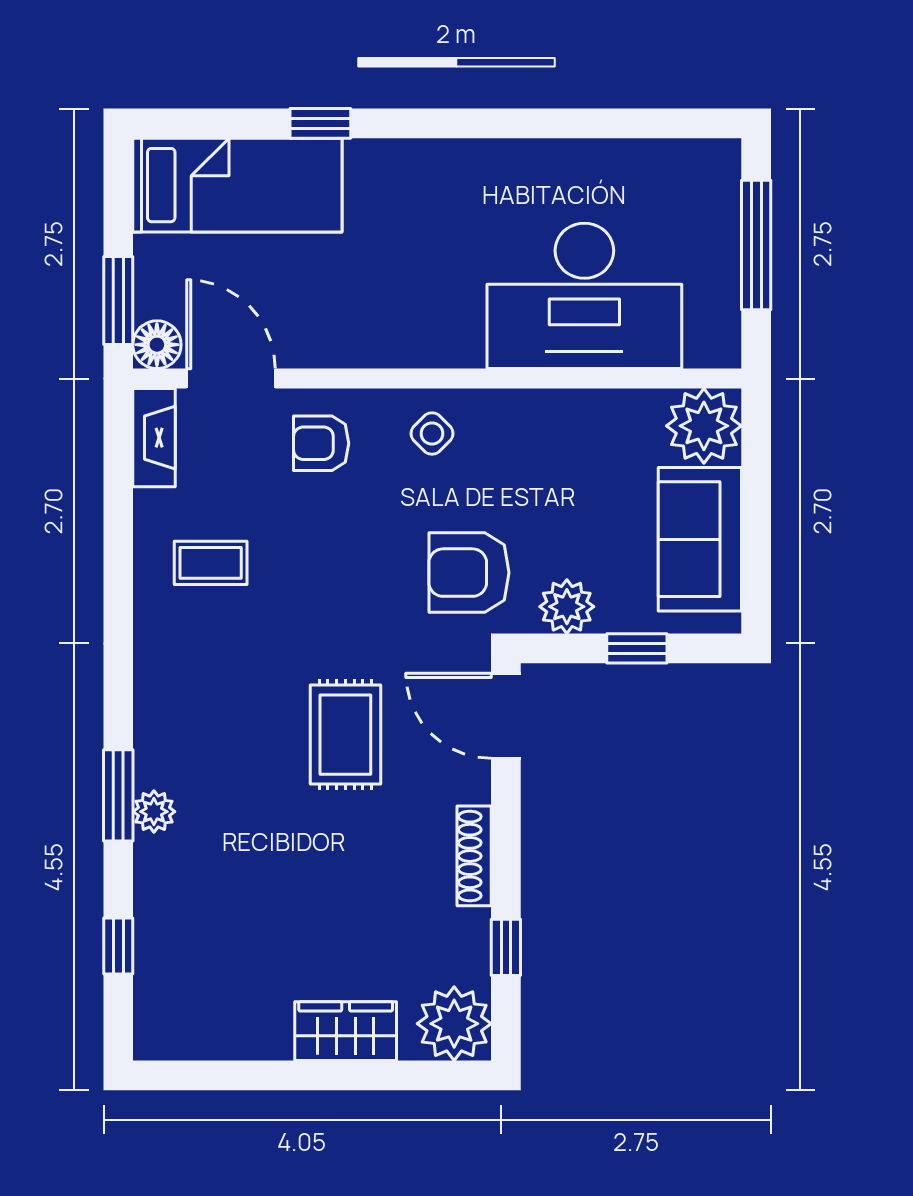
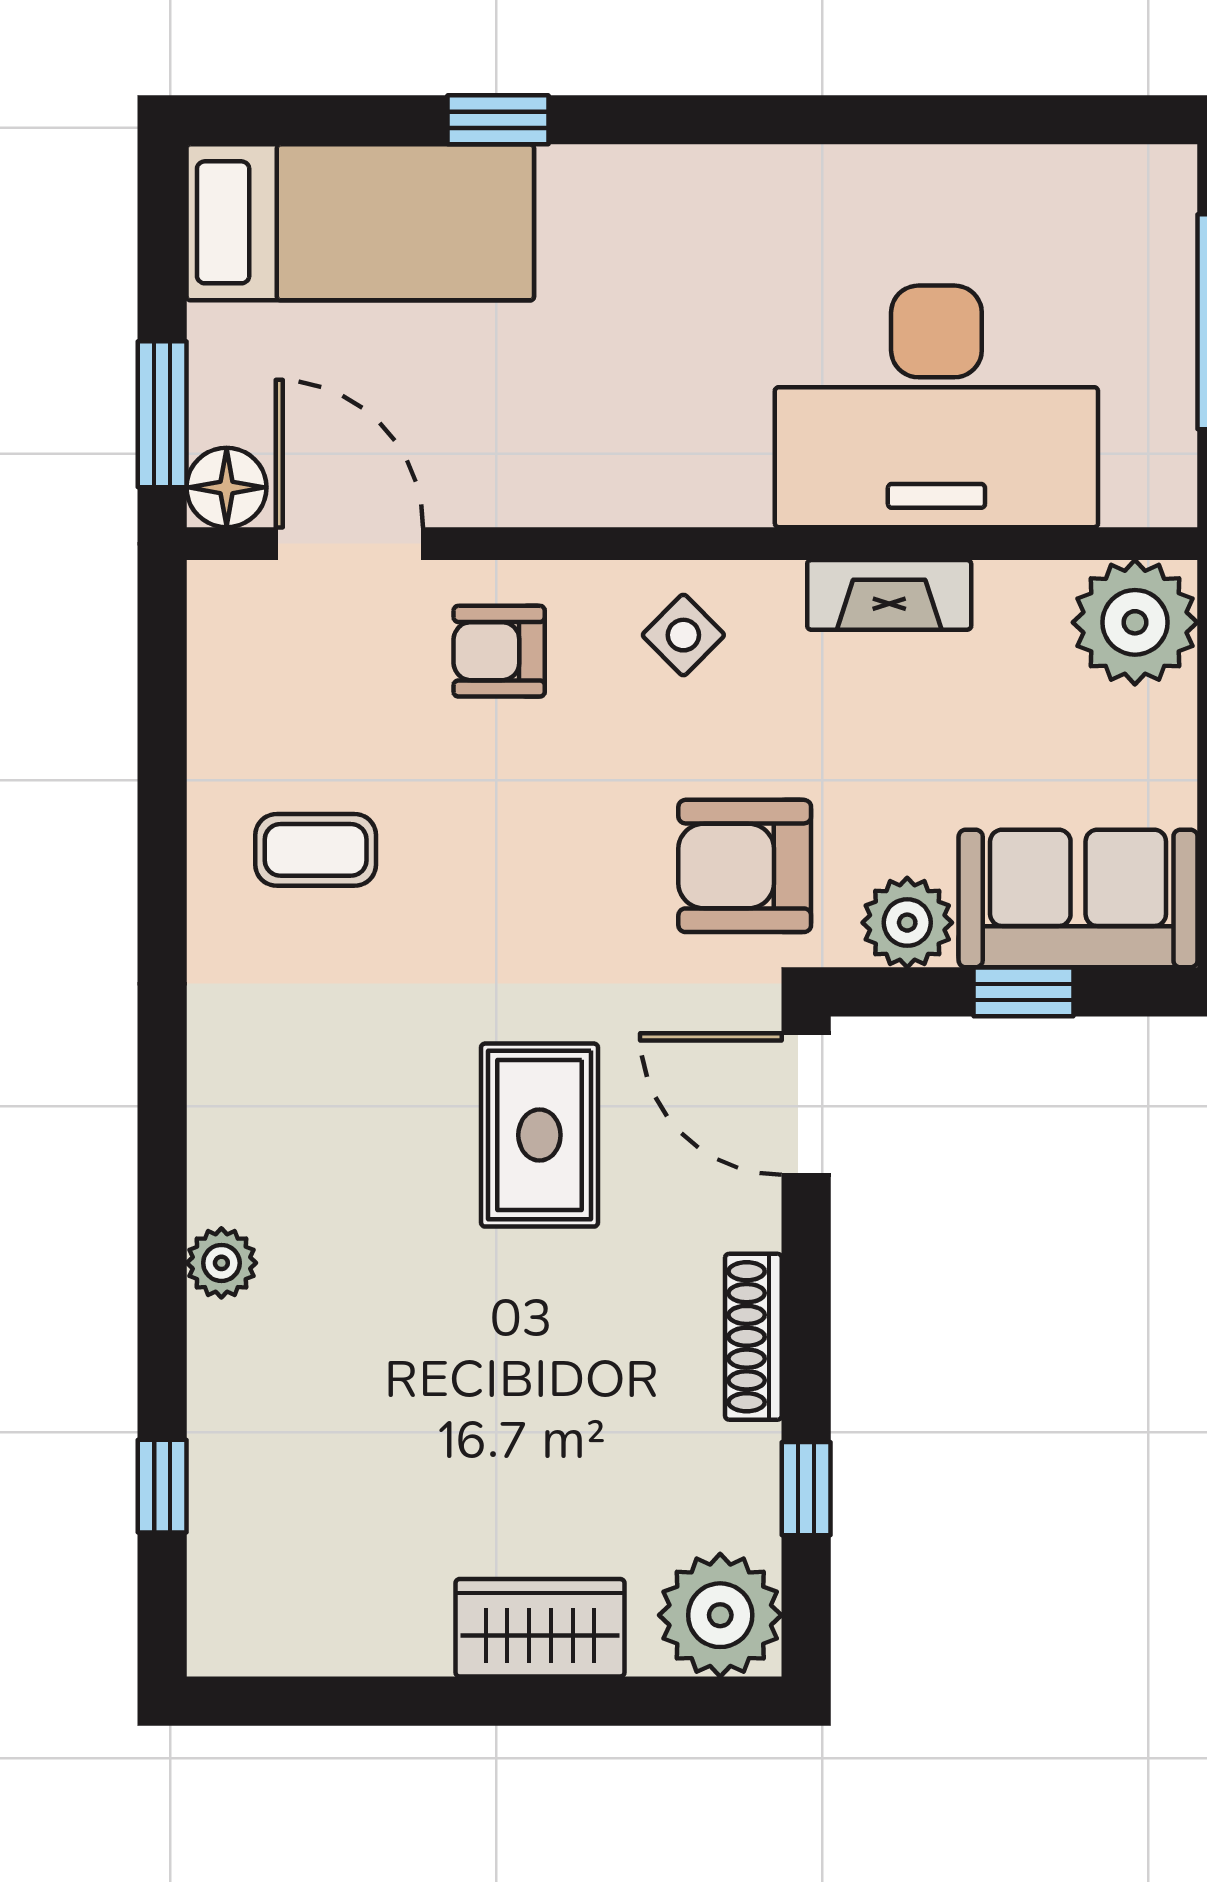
fireplace: (154, 438) -> (889, 595), moved, turned 90
sofa: (700, 539) -> (1078, 899), moved, turned 90
window: (118, 795) -> (162, 1236), removed

